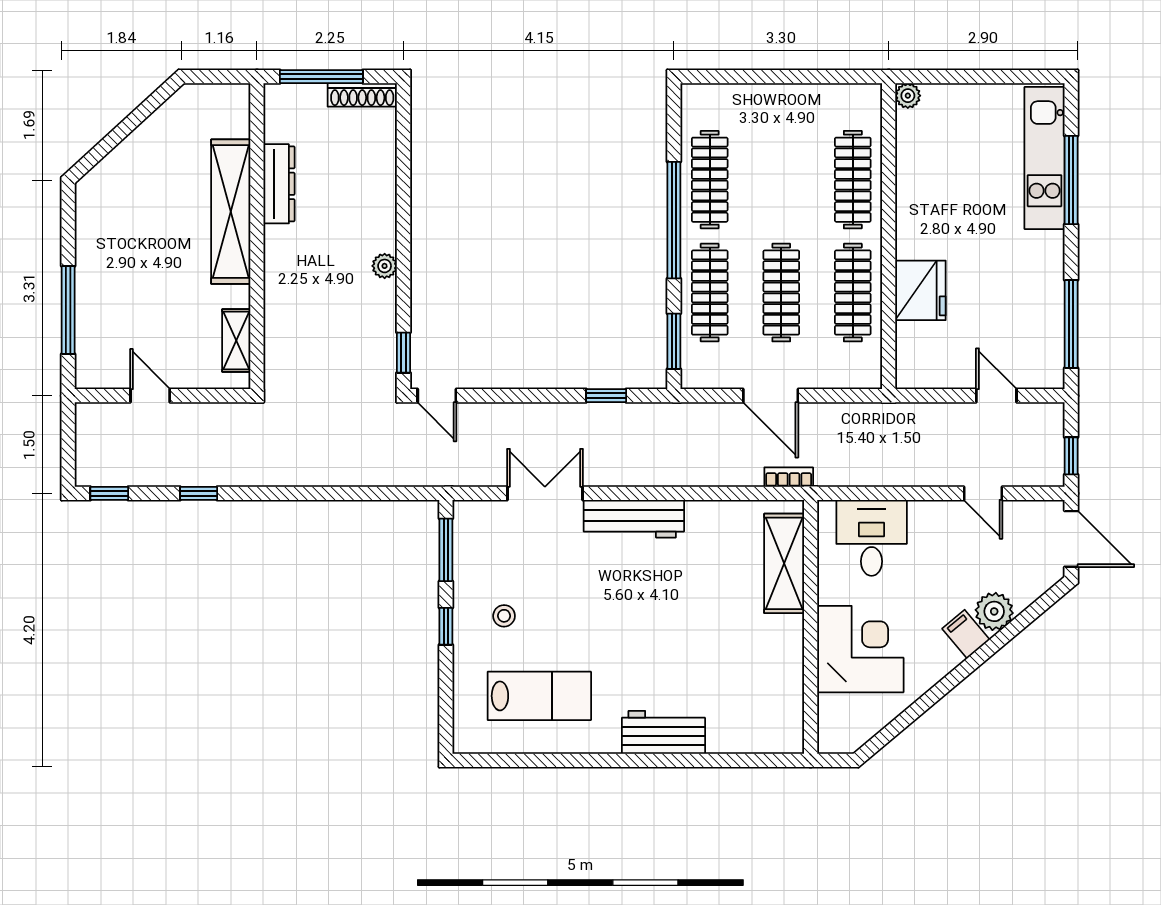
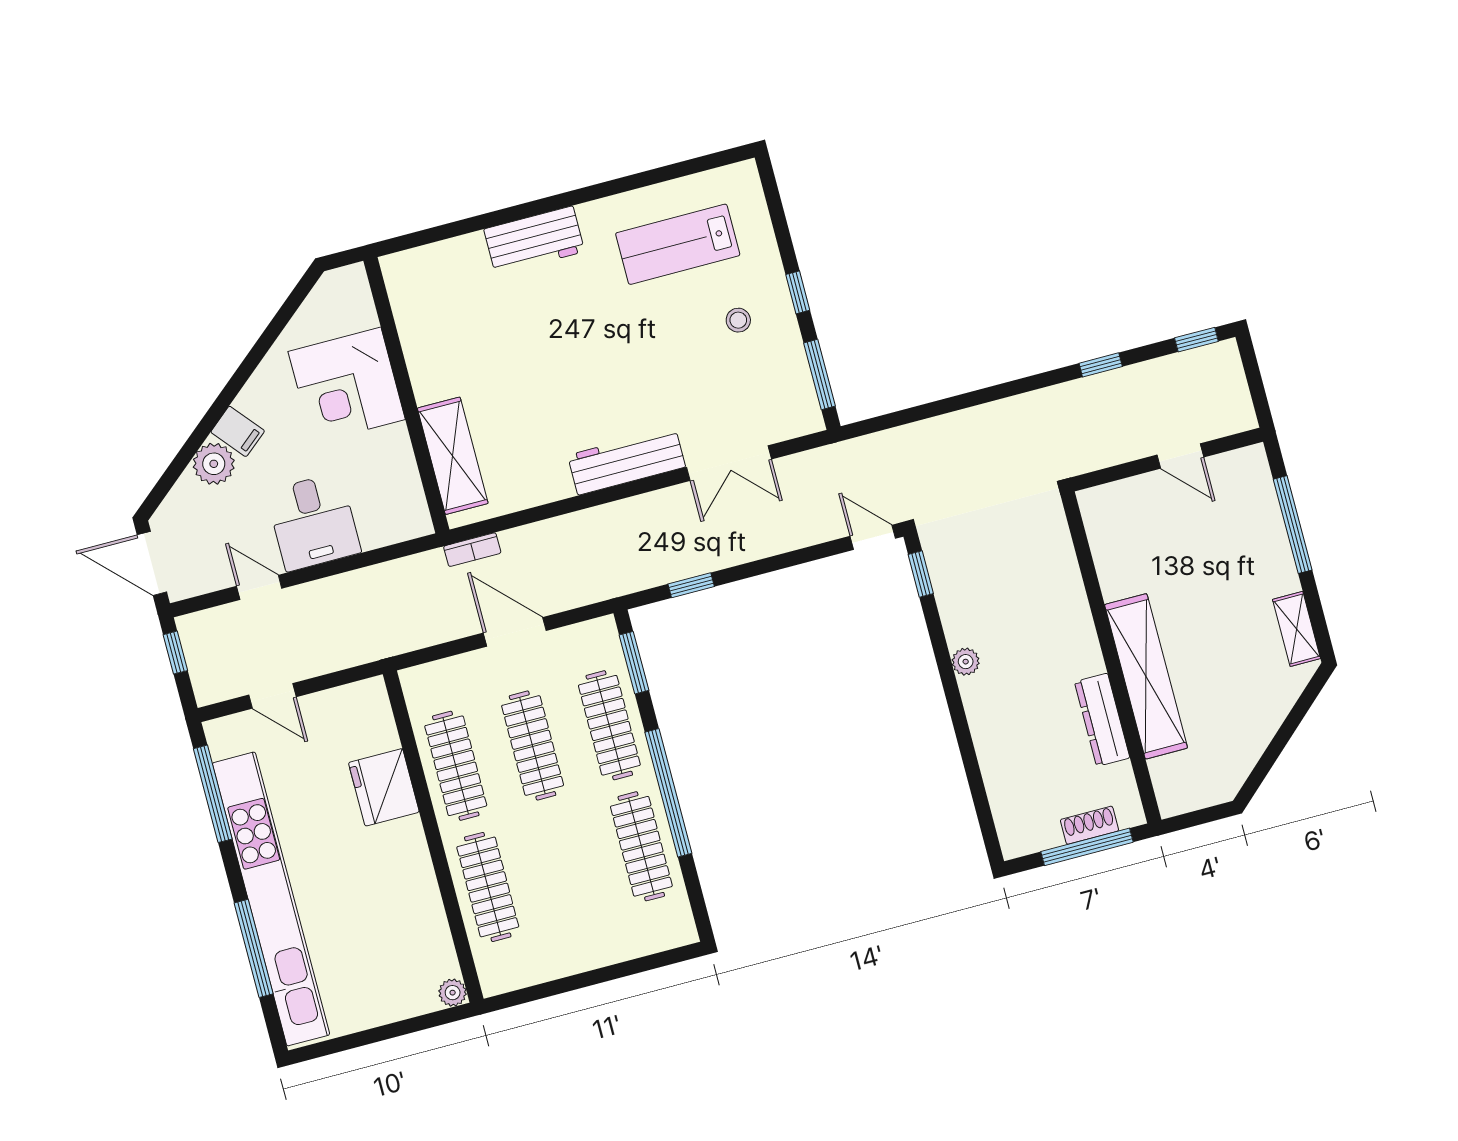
shoe rack: (362, 95) -> (1089, 825), moved, width x0.70
kitchen unit: (1045, 158) -> (271, 899), width x1.86
shelving: (236, 341) -> (1296, 629), moved
desk: (872, 538) -> (313, 522), moved

